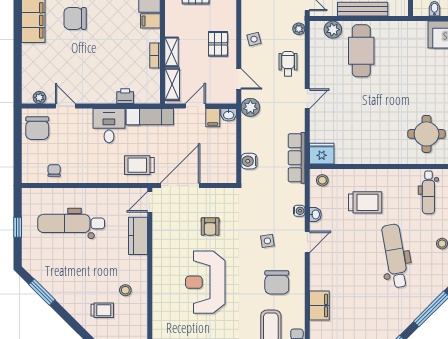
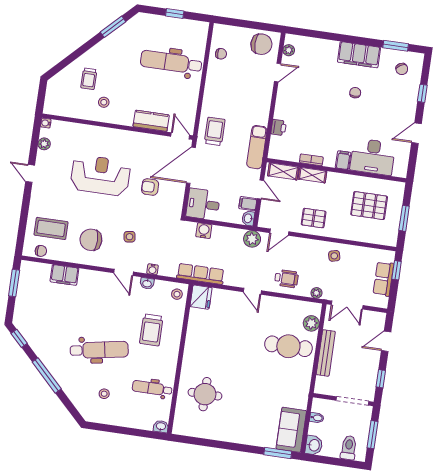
chair: (75, 18) -> (355, 93), width x0.54, depth x0.54
side table: (254, 39) -> (334, 256), moved
desk: (109, 126) -> (203, 204), moved, turned 180
chair: (37, 128) -> (261, 44), turned 180
door: (180, 186) -> (191, 165), swing flipped
dental chair: (71, 223) -> (171, 62), turned -90

